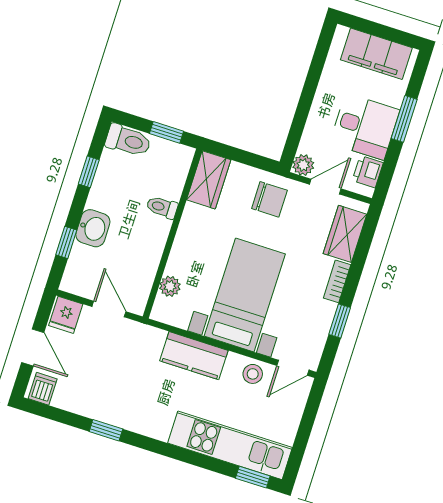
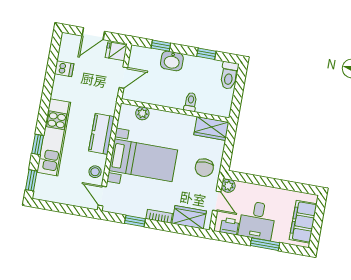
window: (166, 132) -> (237, 98), removed
dishwasher: (43, 389) -> (64, 69), moved
window: (106, 430) -> (38, 145), moved
kitchen unit: (230, 445) -> (54, 137), moved

